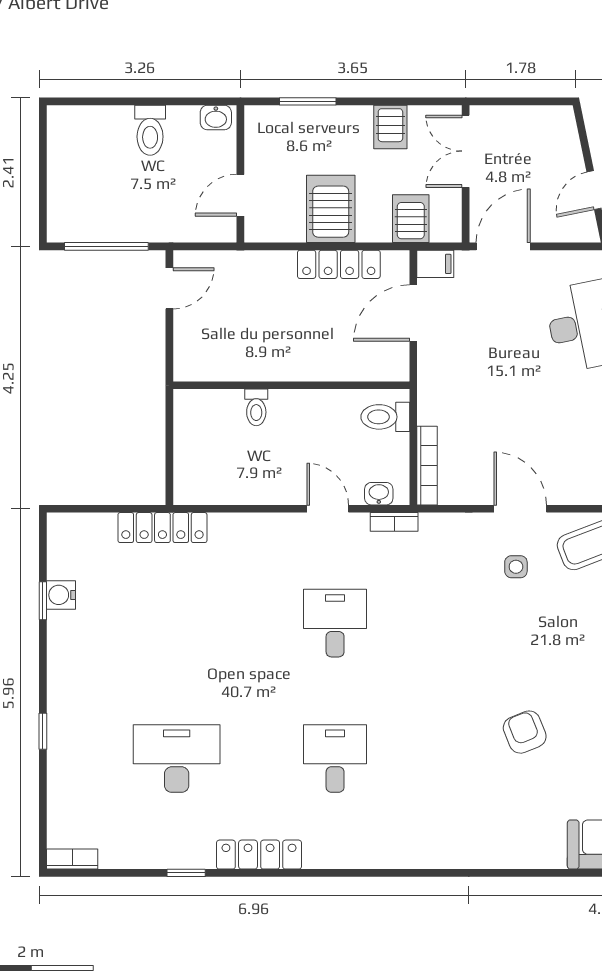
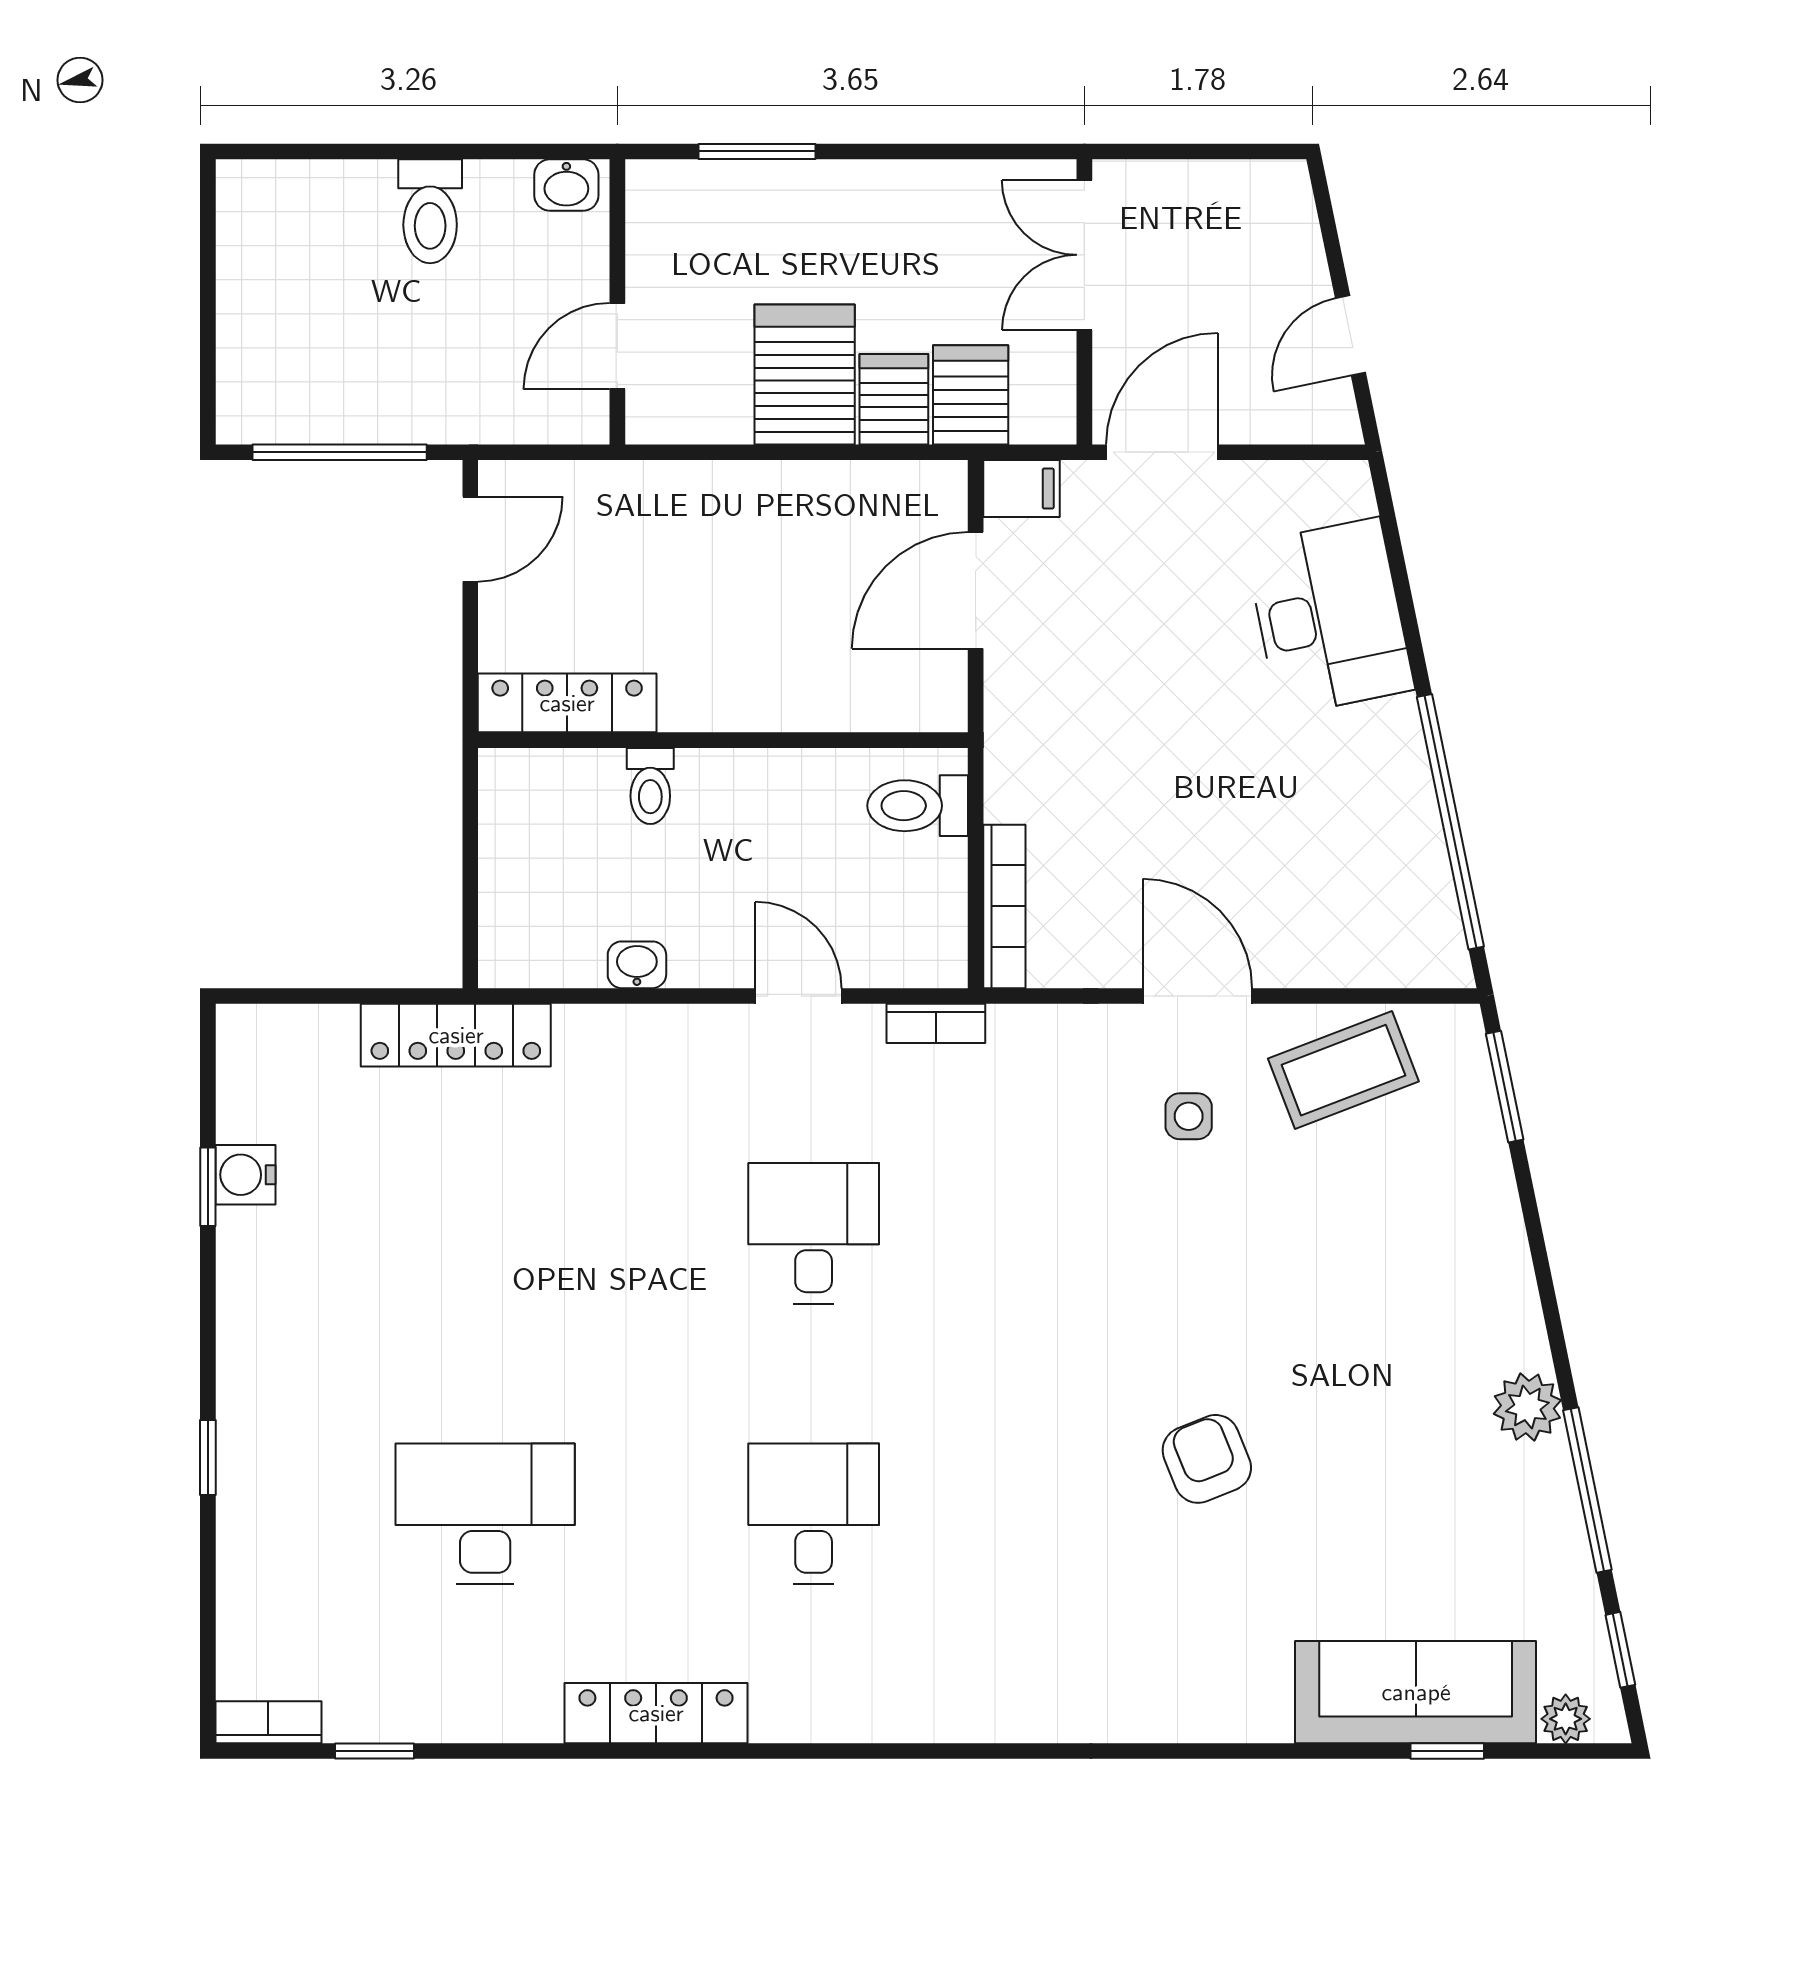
server rack: (390, 127) -> (894, 399), moved, turned 180
locker: (339, 264) -> (567, 703), moved, turned 180
washbasin: (379, 494) -> (637, 965), moved
window: (186, 873) -> (375, 1751), moved

